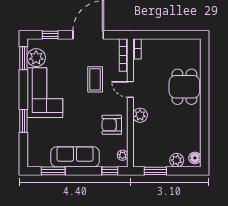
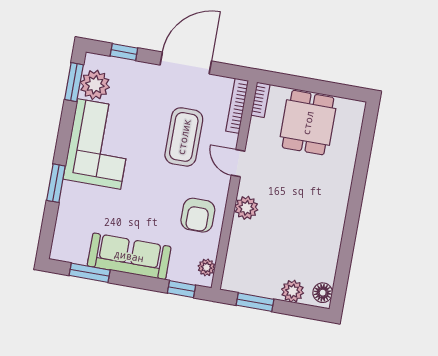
coffee table: (95, 79) -> (184, 137), width x1.36, depth x1.32
dining table: (184, 87) -> (308, 123), moved
armchair: (112, 125) -> (198, 215), turned -90

